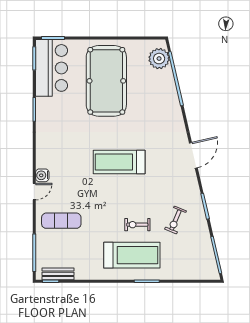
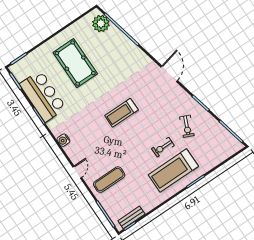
bar counter: (52, 68) -> (43, 96), moved
pool table: (106, 81) -> (75, 63), width x0.73, depth x0.76
treadmill: (119, 162) -> (121, 113), width x0.73, depth x0.73
water cooler: (42, 175) -> (63, 140), moved
treadmill: (132, 255) -> (173, 170), turned 180

